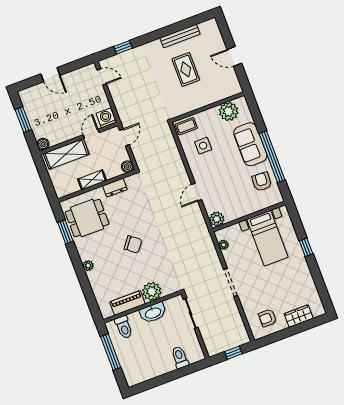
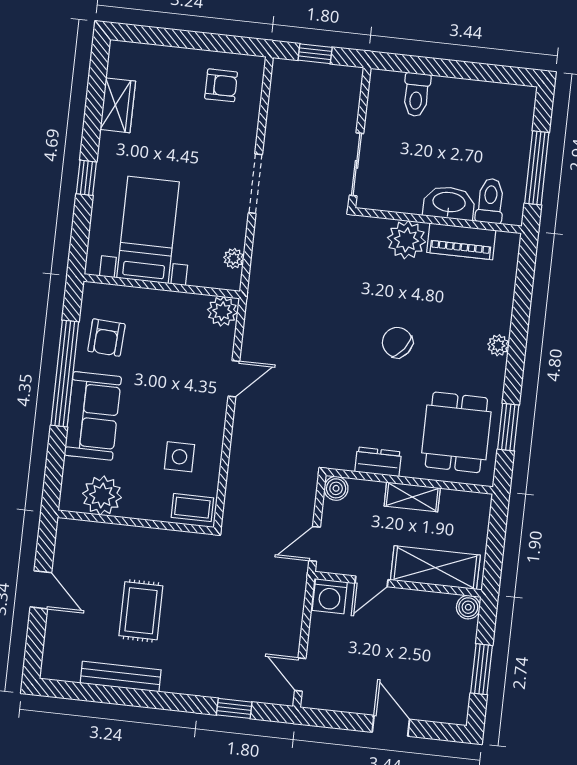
dining table: (87, 218) -> (456, 432), turned 90
washbasin: (153, 313) -> (449, 203), moved
wardrobe: (299, 316) -> (118, 105), moved, turned -90

